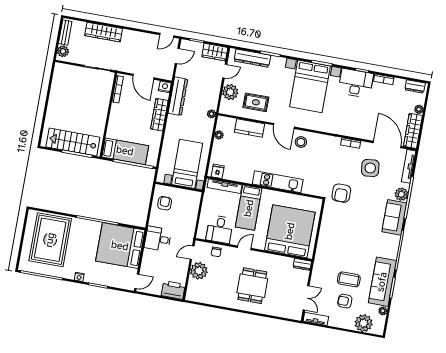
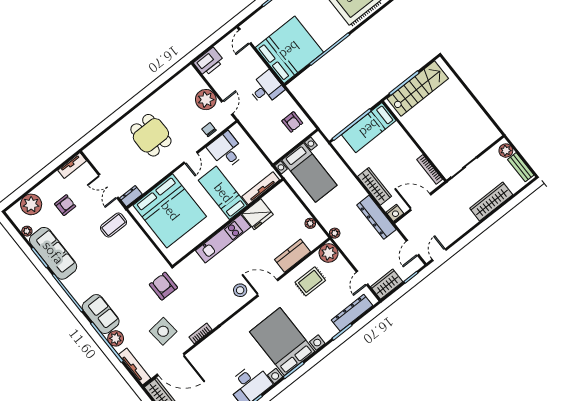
plant: (230, 92) -> (329, 253), moved
fridge: (218, 171) -> (257, 214), moved, width x1.88, depth x1.34
coffee table: (349, 279) -> (113, 225), moved
double door: (306, 298) -> (108, 186), moved

